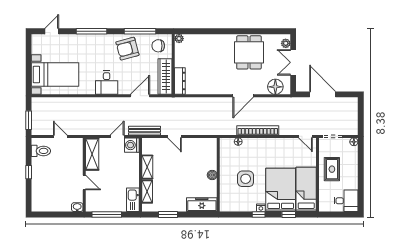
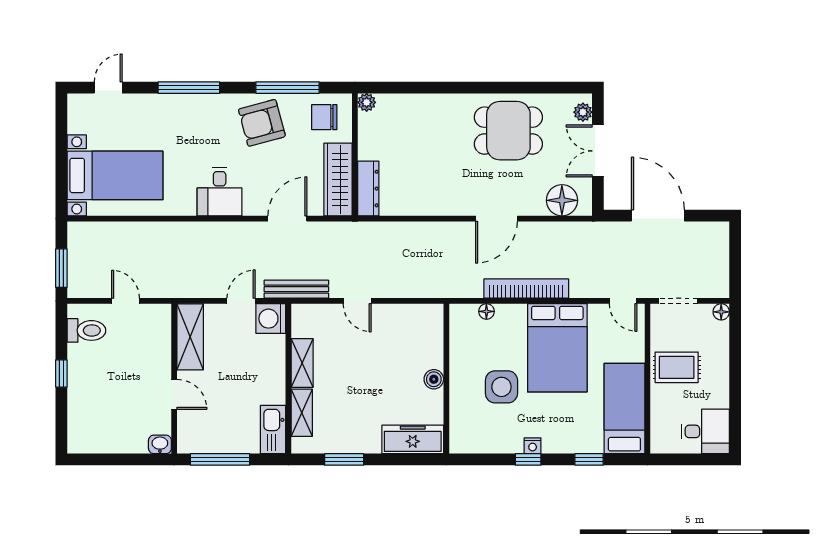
dining table: (249, 52) -> (508, 131), turned 90
rug: (332, 169) -> (677, 367), turned 90
bed: (281, 190) -> (557, 348), moved, turned 180

